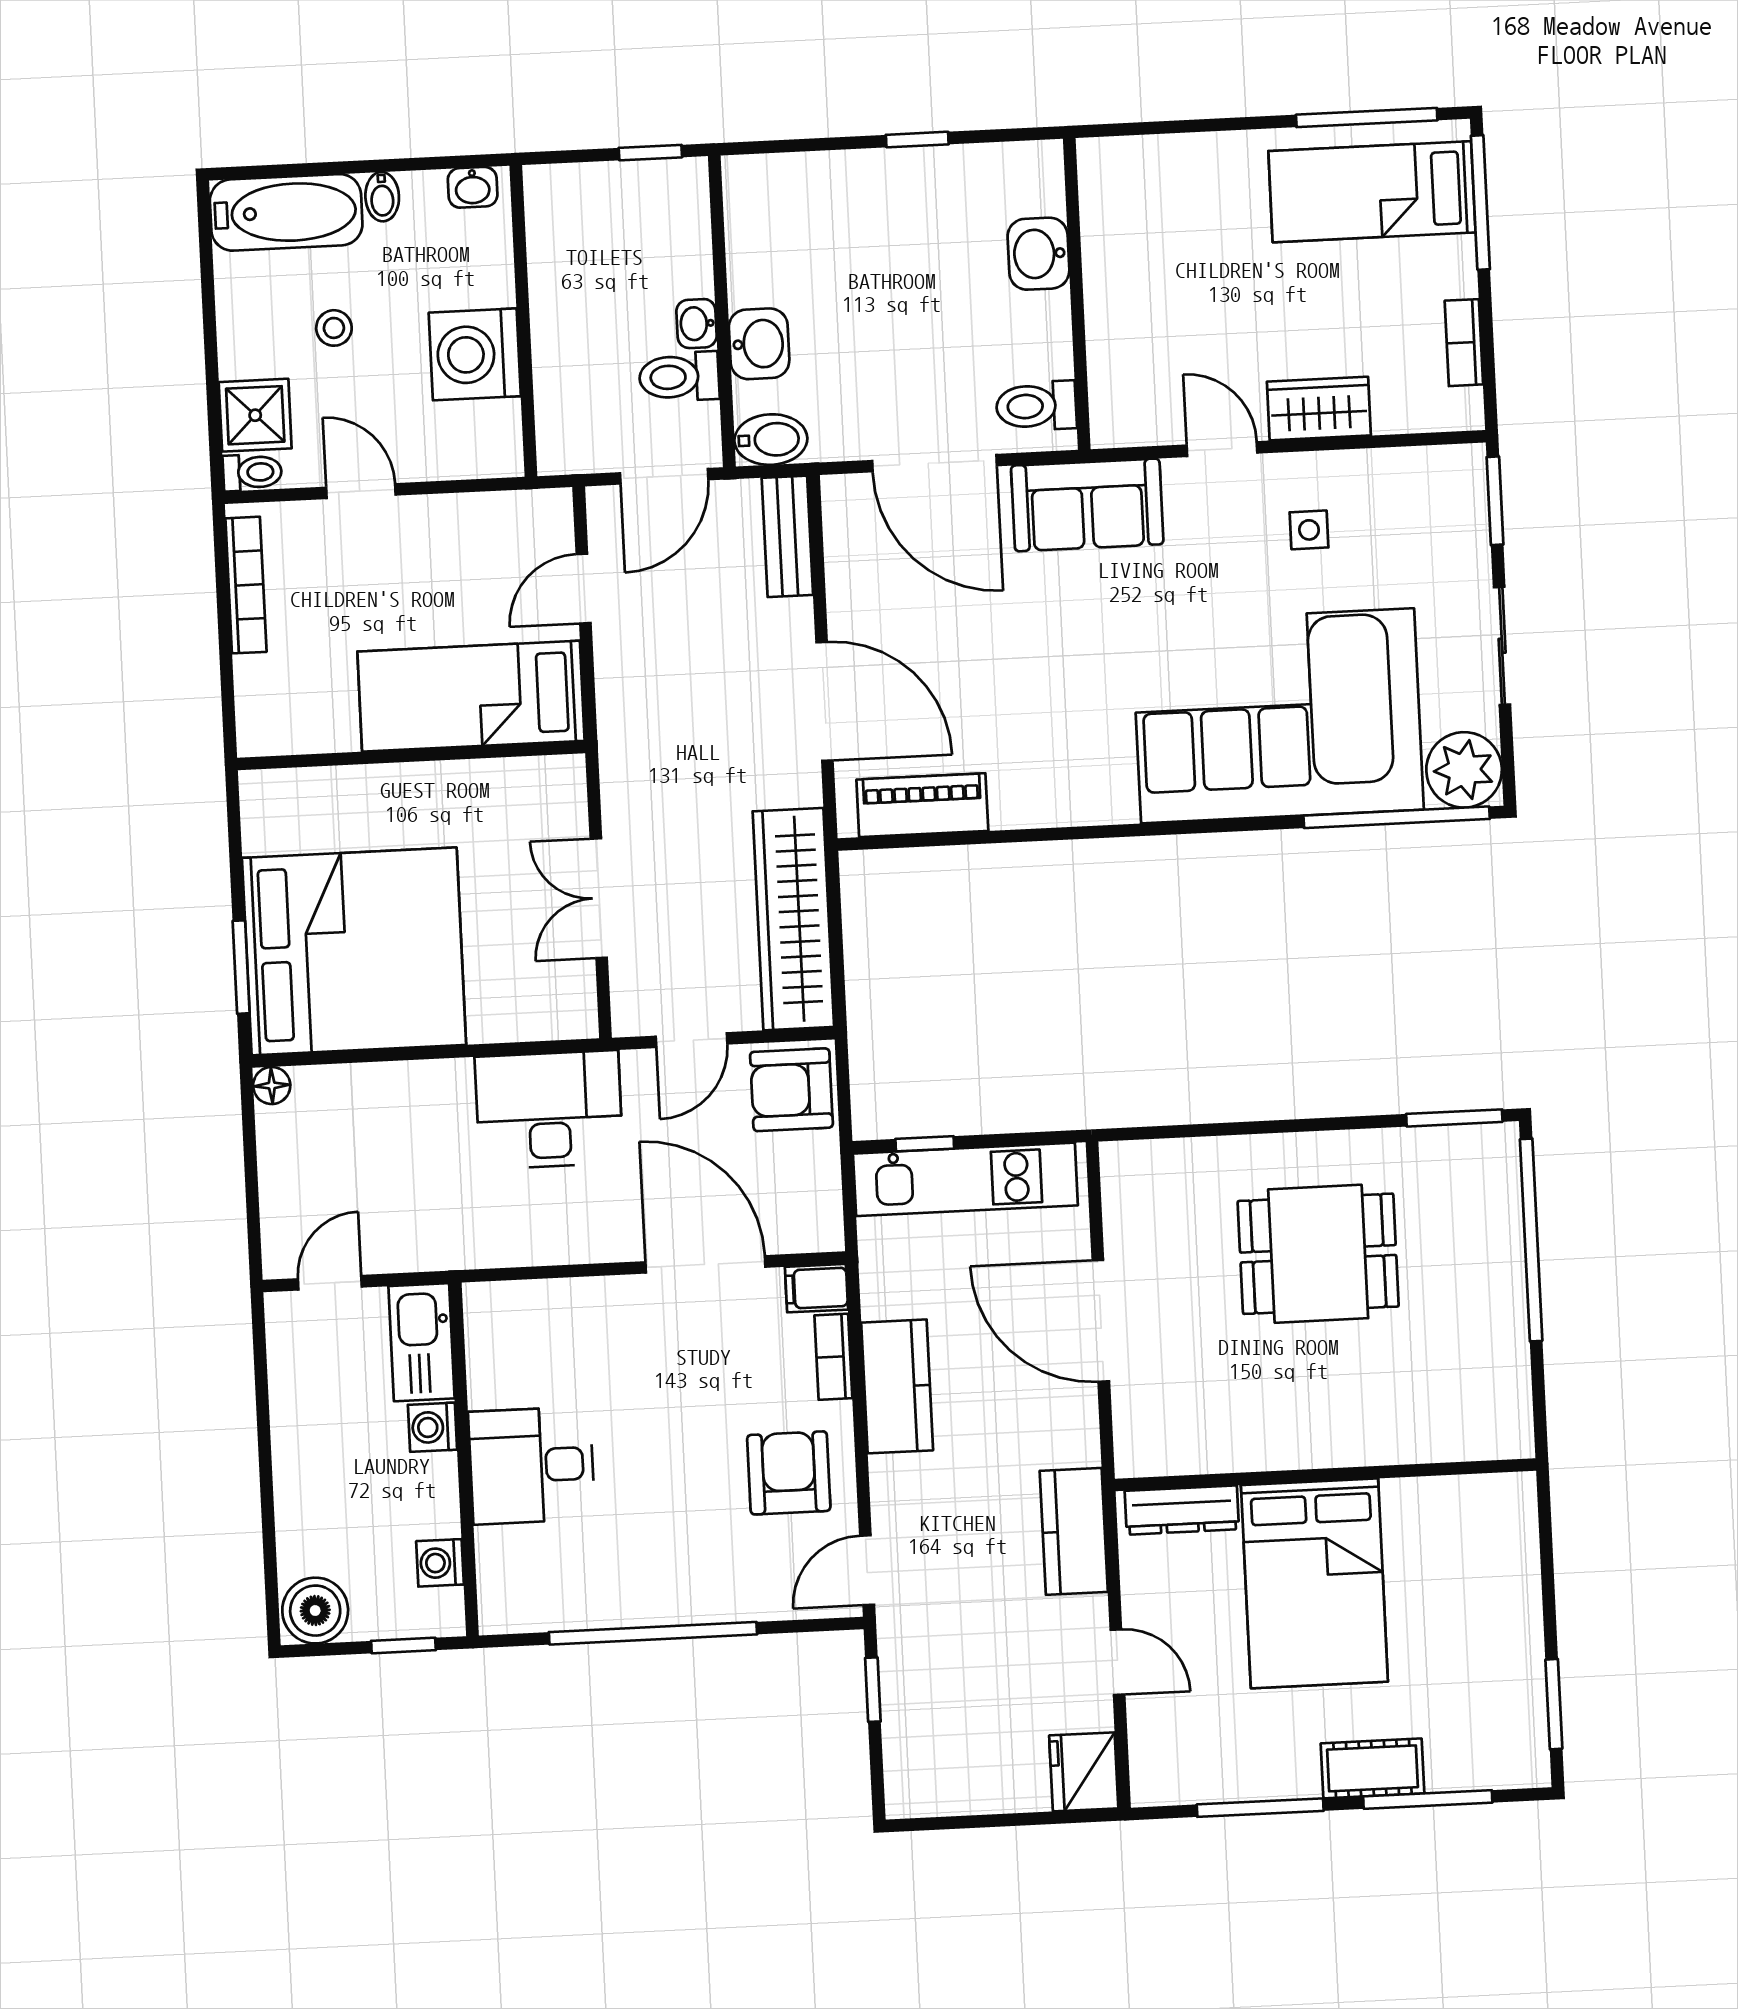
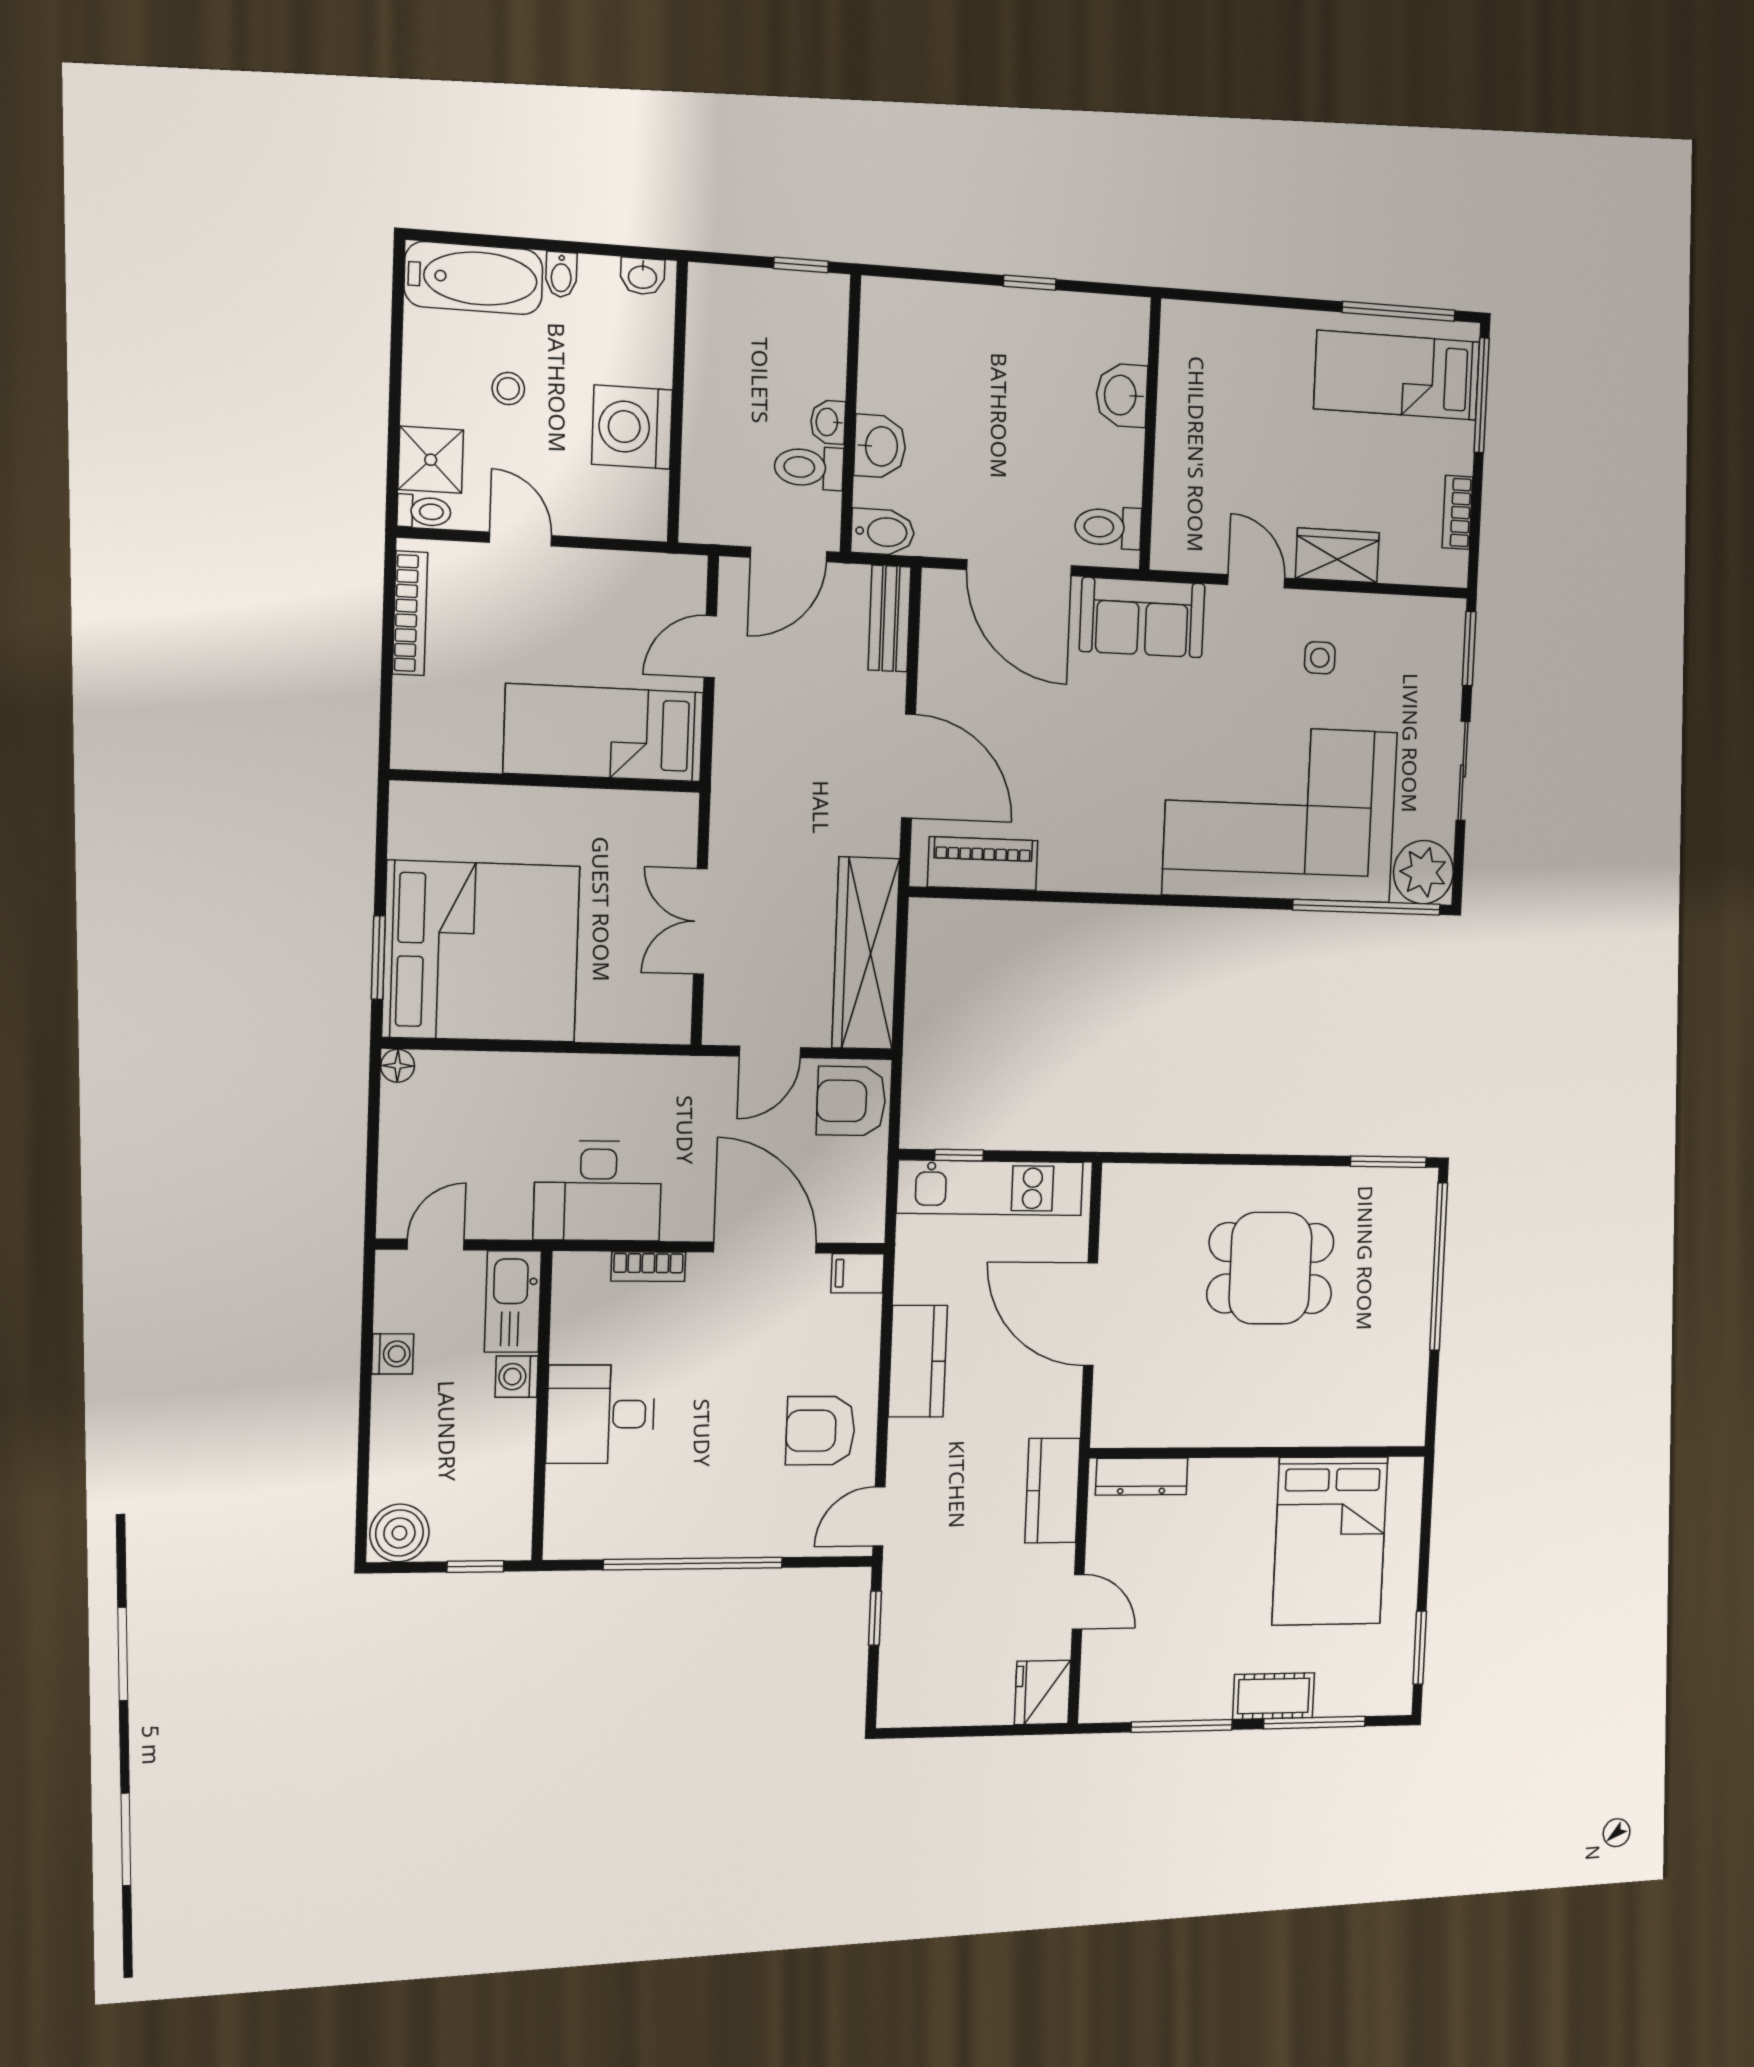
desk: (549, 1110) -> (598, 1191), moved, turned 180
bookcase: (833, 1357) -> (648, 1267), moved, turned -90
armchair: (789, 1473) -> (820, 1431), turned -90
washing machine: (440, 1563) -> (393, 1354), moved, turned 180
bed: (1314, 1583) -> (1330, 1541), moved

